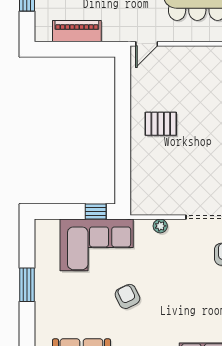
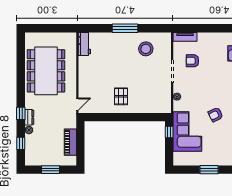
door: (147, 44) -> (77, 104), hinge flipped

